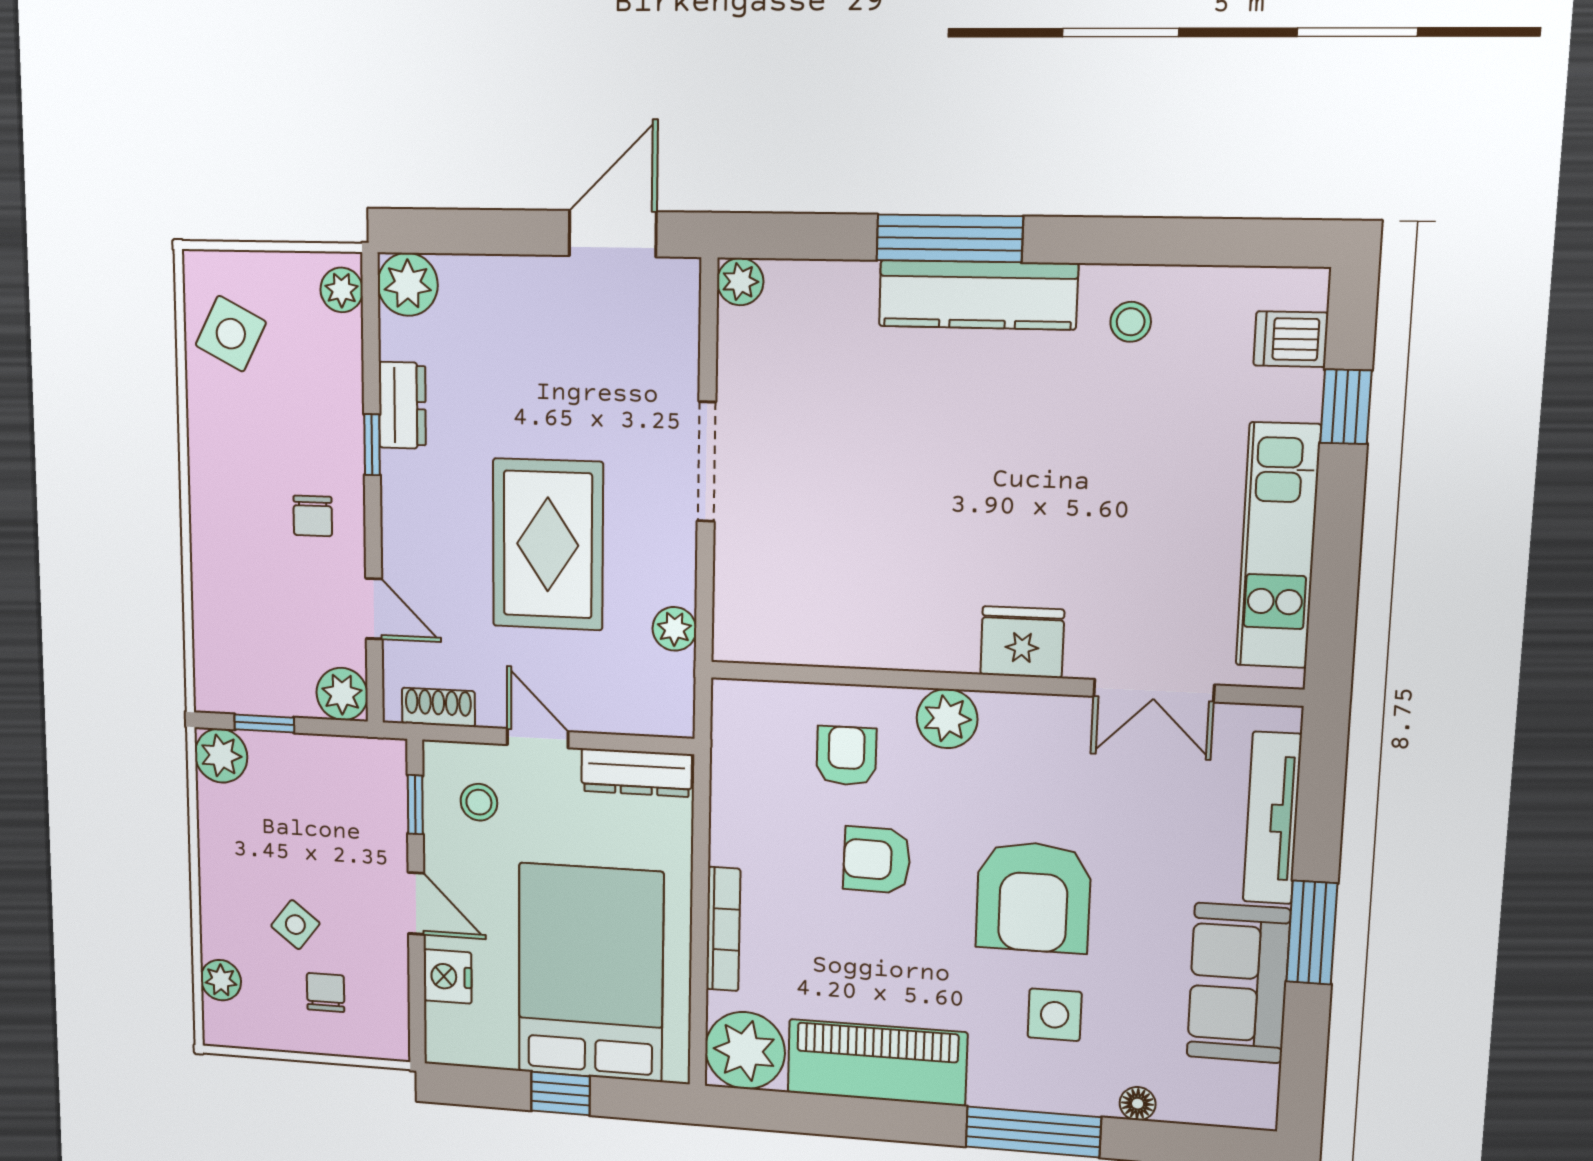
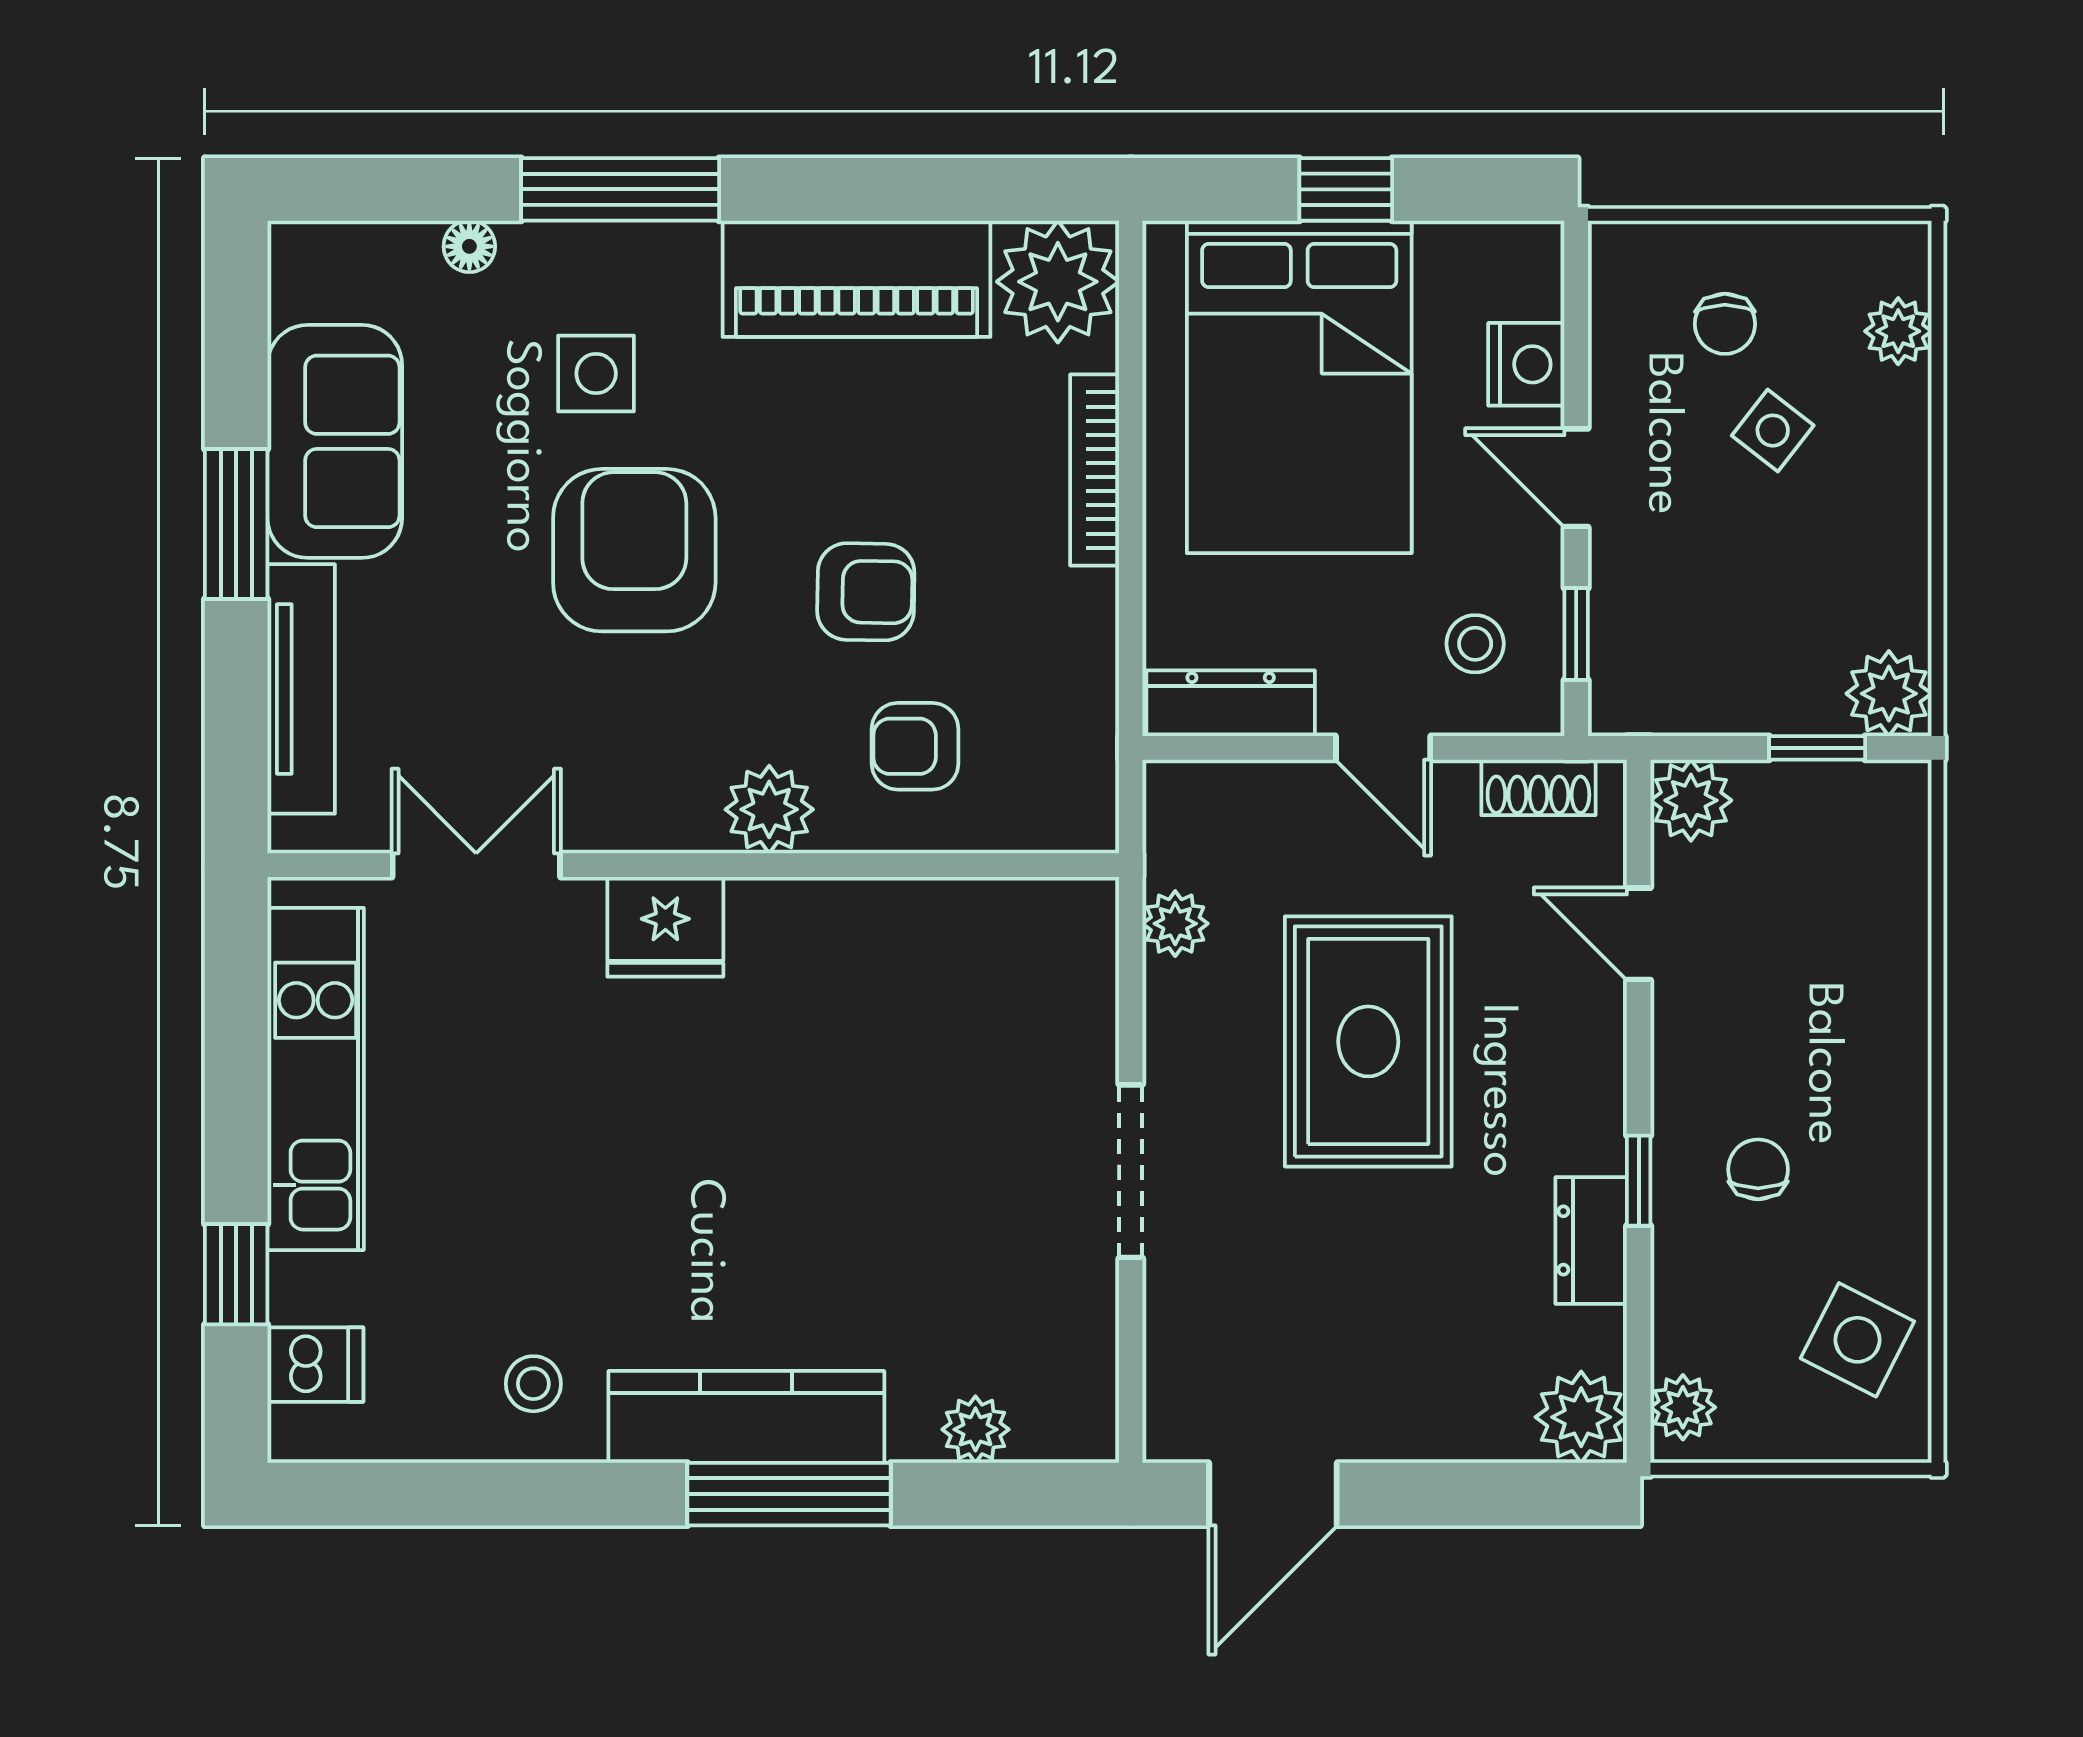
plant: (740, 282) -> (975, 1429), moved
chair: (313, 516) -> (1758, 1169), moved
armchair: (846, 756) -> (915, 746), turned 90

